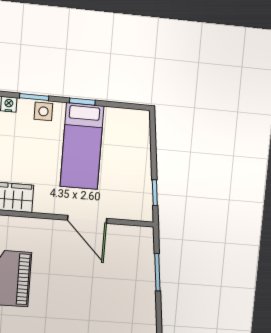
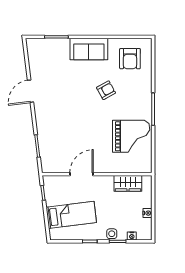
bed: (82, 146) -> (71, 215), moved, turned 83
door: (87, 219) -> (82, 174), hinge flipped

